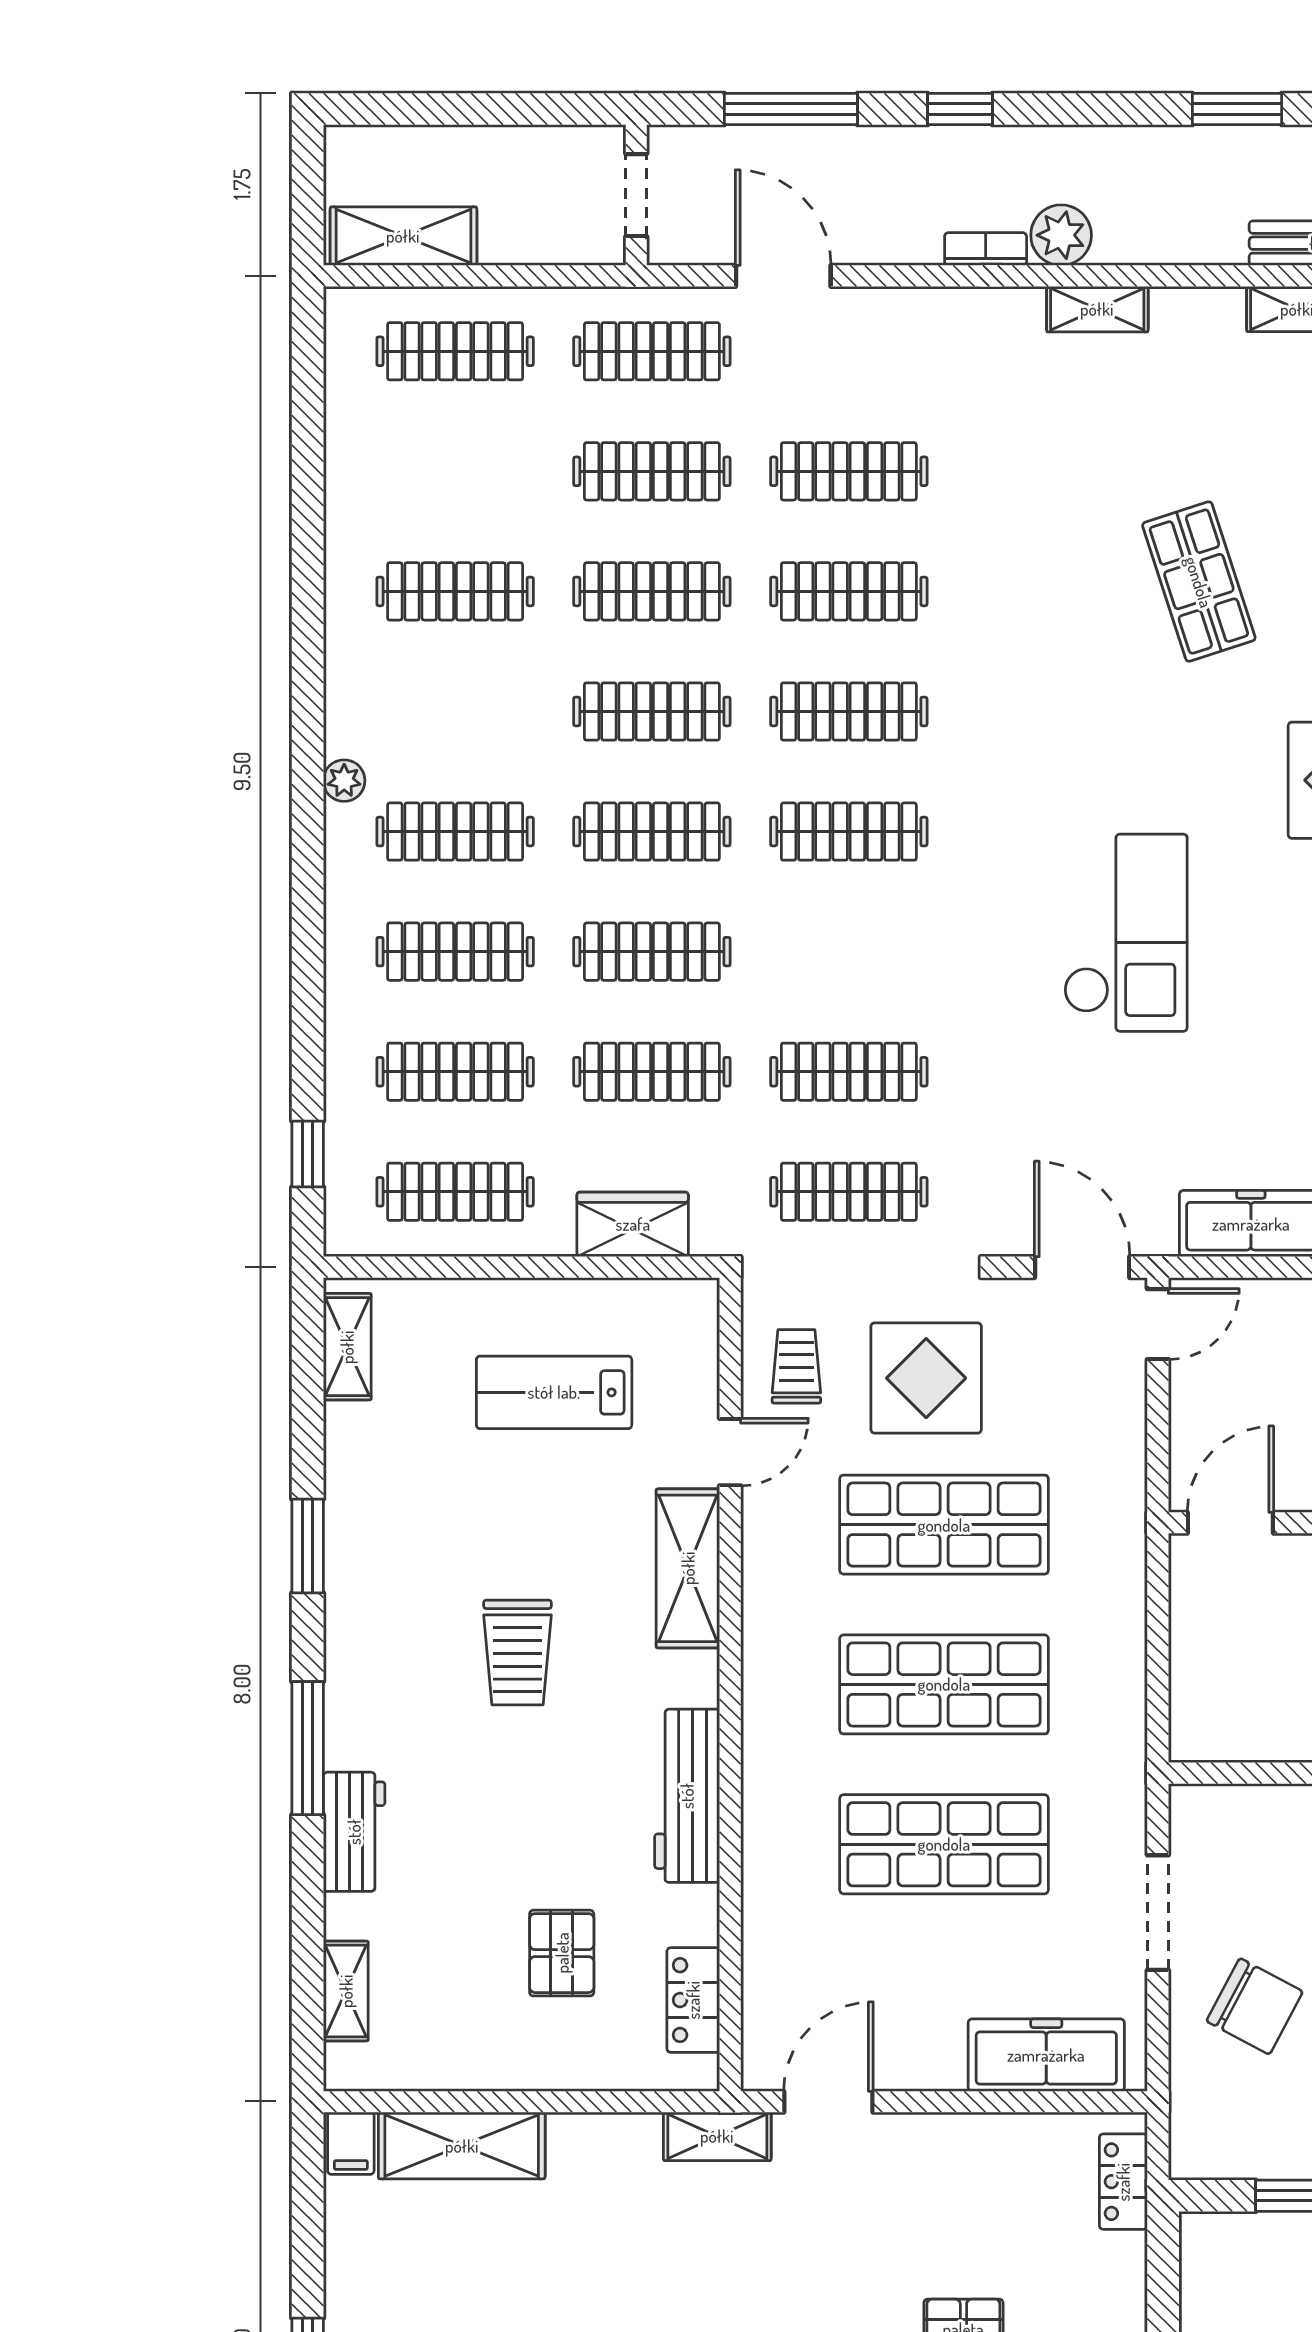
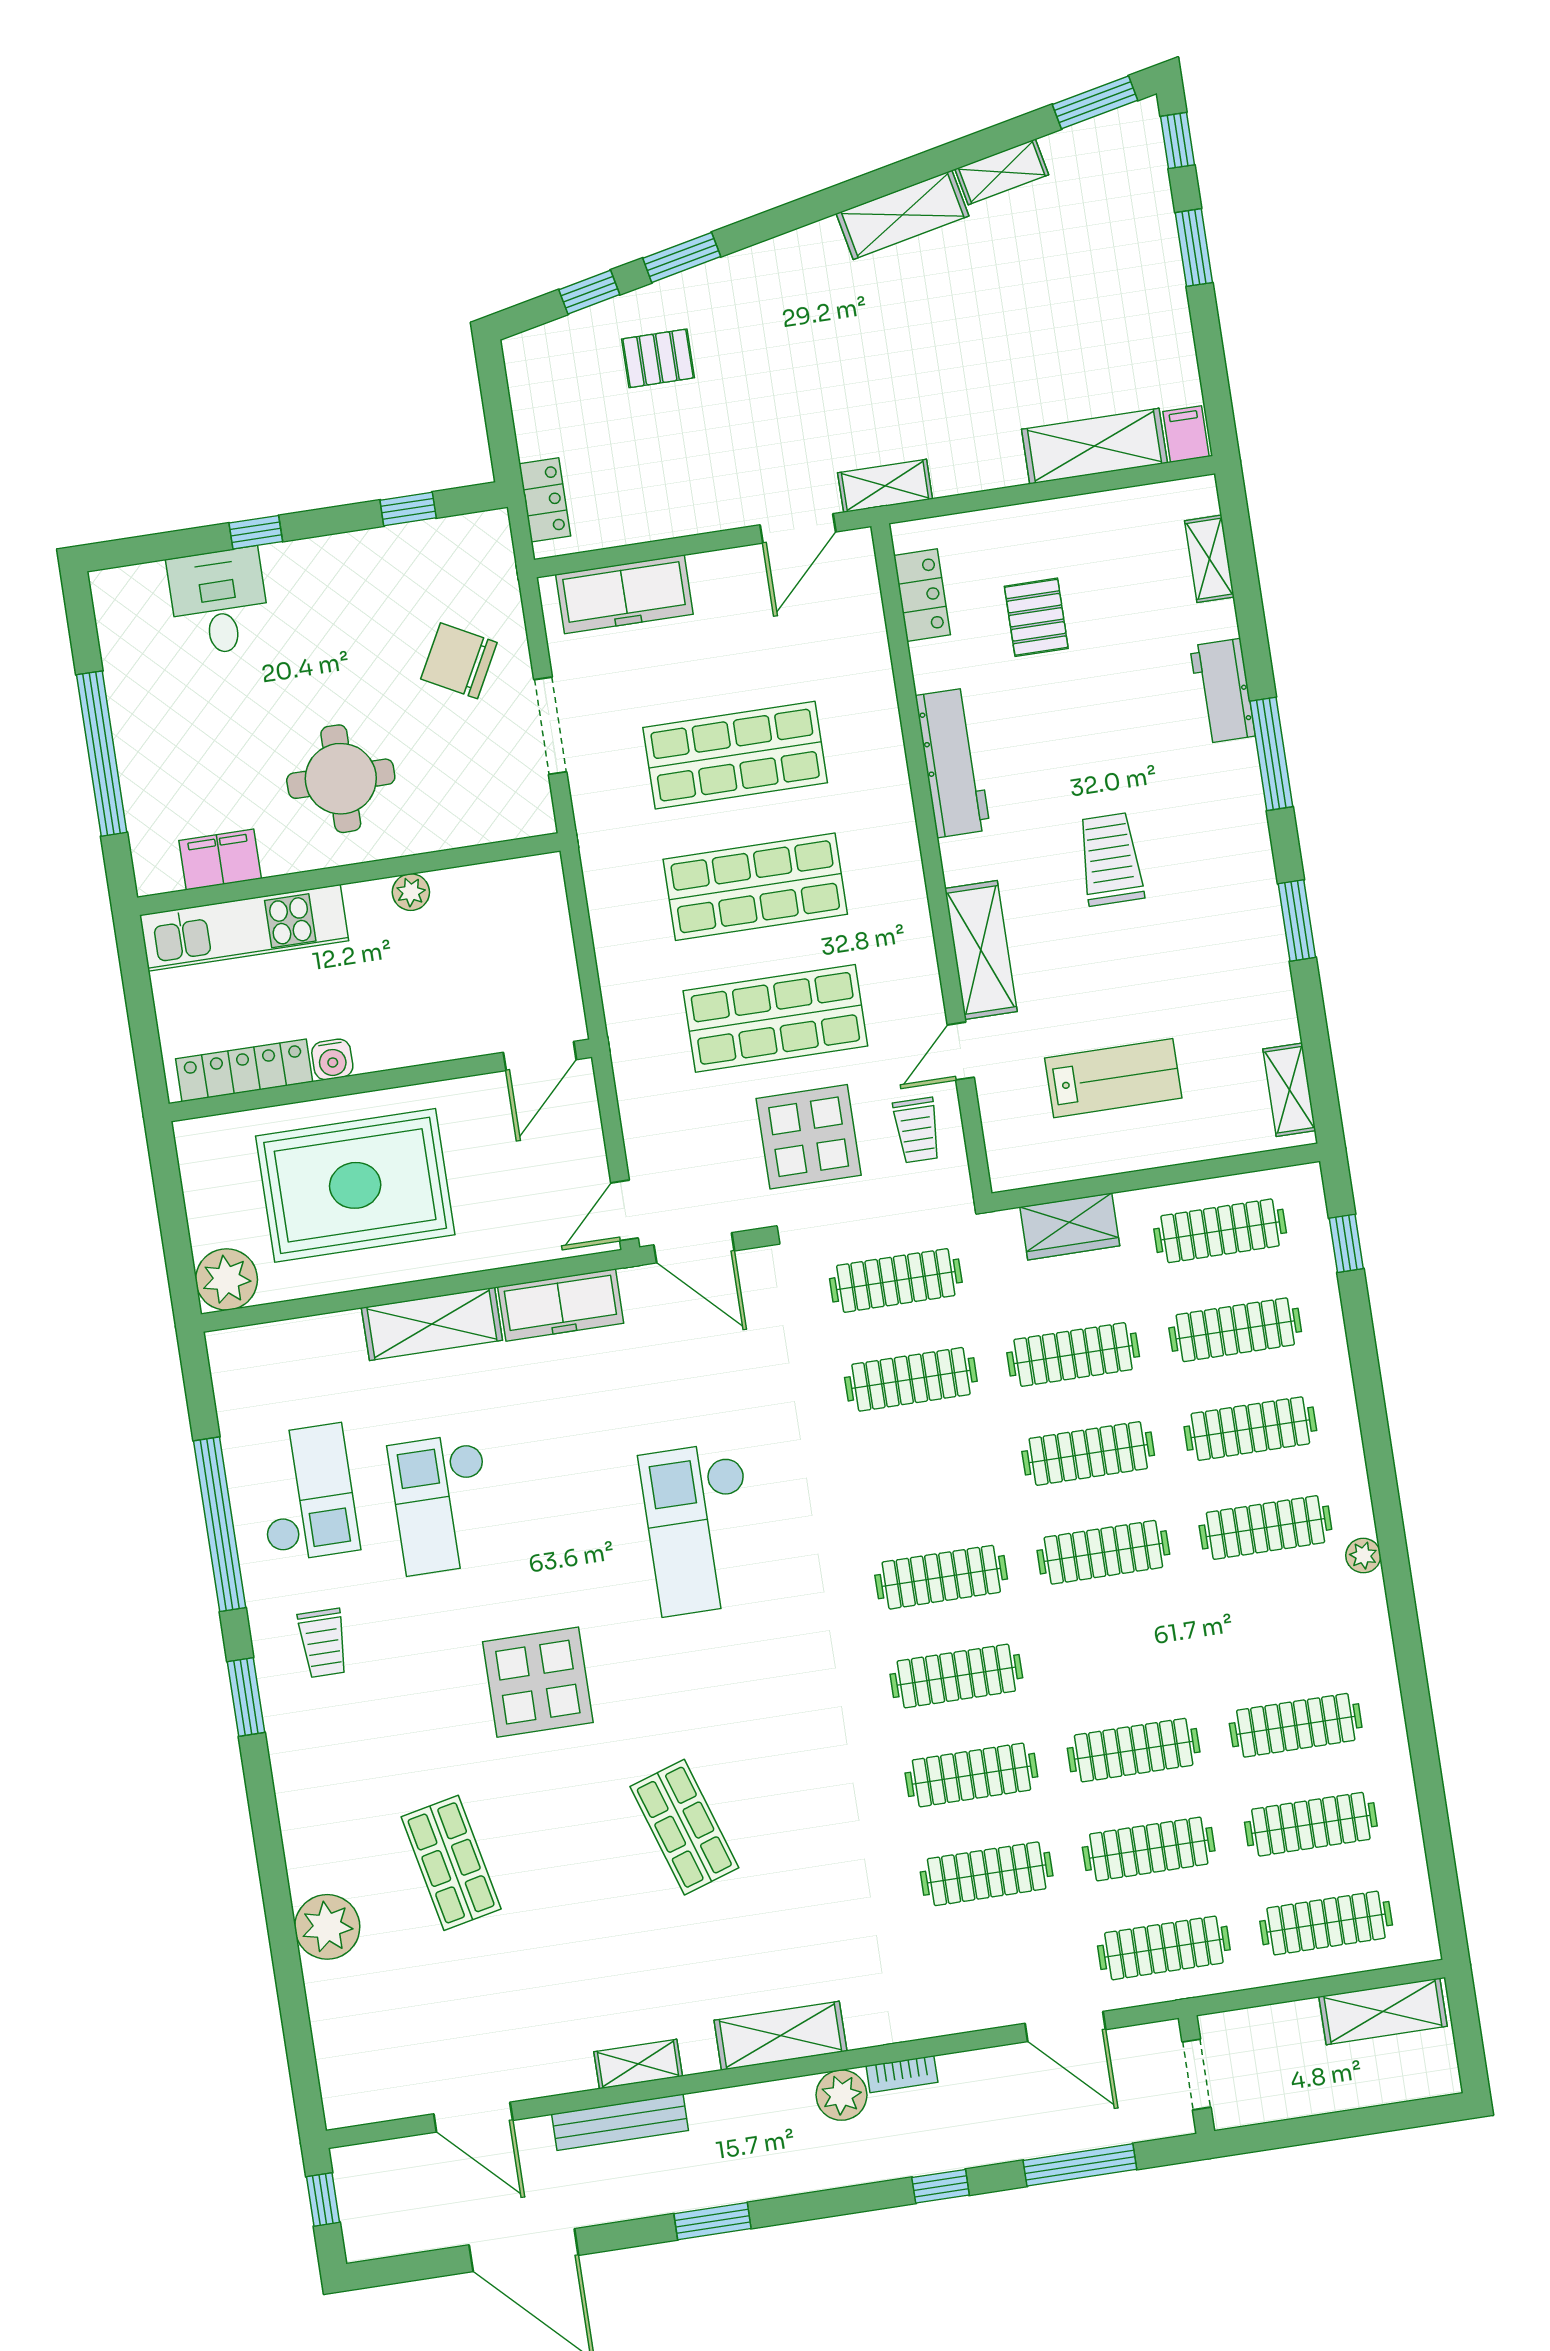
shelving: (1097, 309) -> (780, 2036), width x1.50, depth x1.33
clothes rail: (652, 711) -> (1311, 1824), moved

